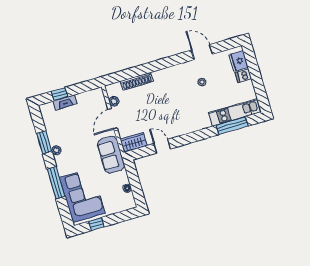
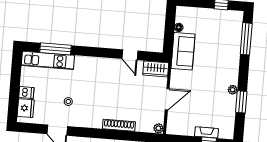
shoe rack: (137, 81) -> (119, 125), moved
plant: (114, 101) -> (158, 128), moved
sofa: (111, 155) -> (183, 51), moved
window: (56, 183) -> (246, 39), moved
corner sofa: (82, 195) -> (224, 37), removed

